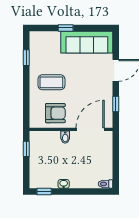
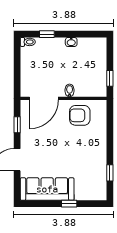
coffee table: (51, 82) -> (84, 147), removed
window: (44, 191) -> (47, 34), moved

